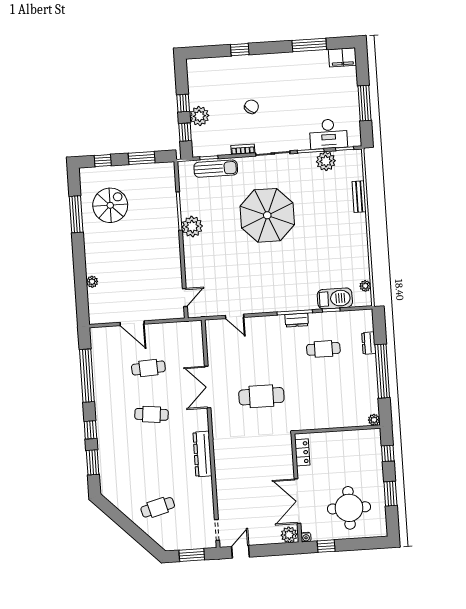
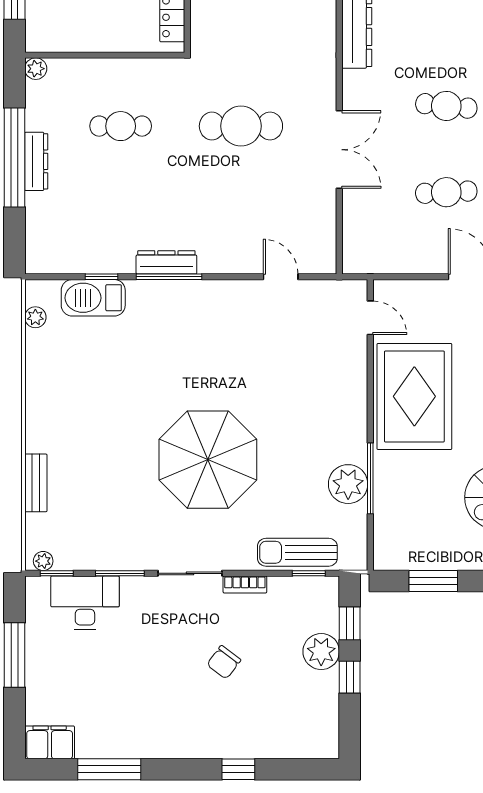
plant: (326, 161) -> (43, 561), moved, width x0.53, depth x0.53
plant: (192, 227) -> (348, 484), moved
rug: (158, 257) -> (414, 396), added
door: (185, 298) -> (370, 318), swing flipped
dresser: (297, 320) -> (166, 262), width x1.44
dresser: (369, 343) -> (36, 161), moved, width x1.44
cafe table: (323, 349) -> (121, 126), moved

